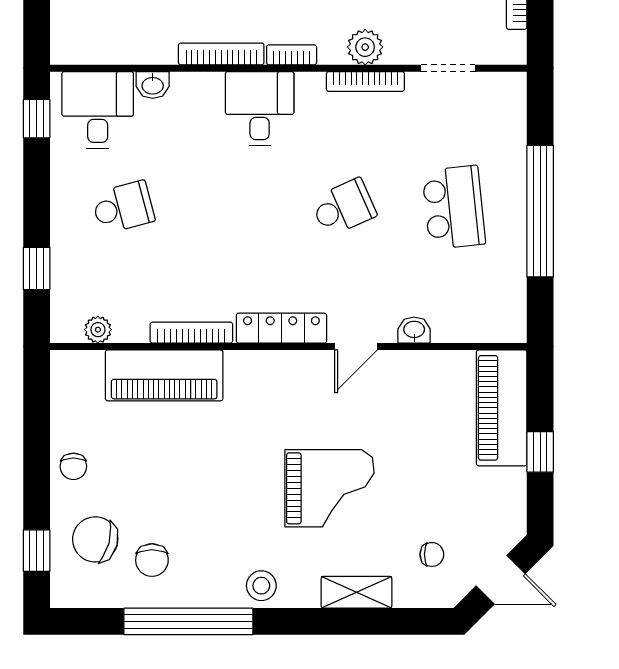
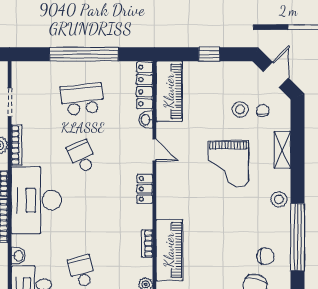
desk: (260, 109) -> (36, 200), width x1.87, depth x1.30
locker: (281, 328) -> (145, 189), width x0.66
locker: (480, 328) -> (145, 86), added
bookcase: (191, 333) -> (147, 243), width x0.64
piano: (502, 408) -> (169, 91), moved, turned -90
grand piano: (330, 488) -> (228, 164), turned 180
stool: (434, 511) -> (240, 109), added

